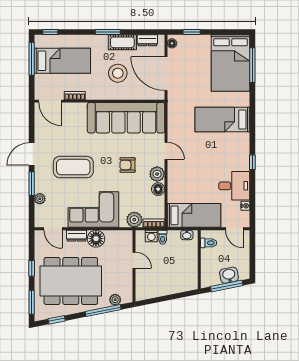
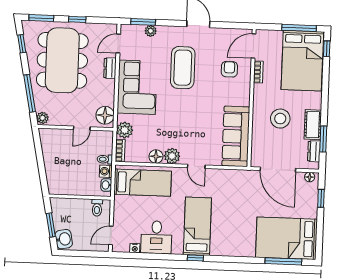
window: (108, 32) -> (323, 139), moved
bed: (62, 61) -> (302, 61), width x1.50
door: (166, 74) -> (278, 169), swing flipped
sofa: (126, 118) -> (236, 136), width x0.74, depth x0.79
bed: (222, 120) -> (197, 226), moved
door: (166, 151) -> (196, 166), hinge flipped
window: (252, 162) -> (195, 258), moved
armchair: (127, 165) -> (229, 69), moved
window: (32, 184) -> (143, 22), moved
bed: (194, 215) -> (143, 183), moved, turned -90
washing machine: (151, 236) -> (106, 171), moved
floor lamp: (96, 239) -> (105, 115), moved
washbasin: (229, 275) -> (64, 239), moved
window: (227, 286) -> (51, 225), width x0.69
plant: (115, 300) -> (42, 118), moved

